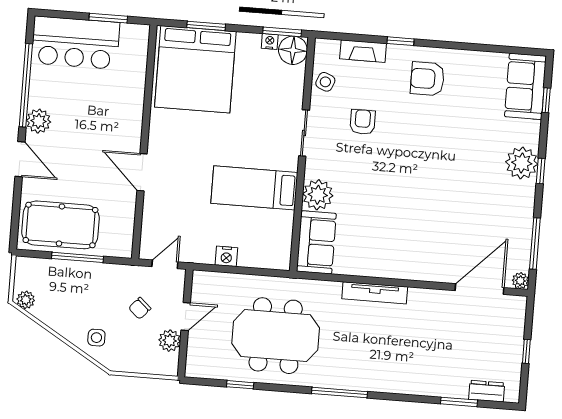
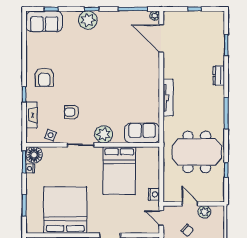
bed: (195, 69) -> (65, 210), moved, turned -90
bed: (254, 188) -> (119, 171), width x1.50
plant: (318, 195) -> (104, 134), moved
nightstand: (226, 256) -> (154, 194), moved
meeting table: (276, 336) -> (197, 152), turned 90
dresser: (487, 391) -> (219, 76), moved

